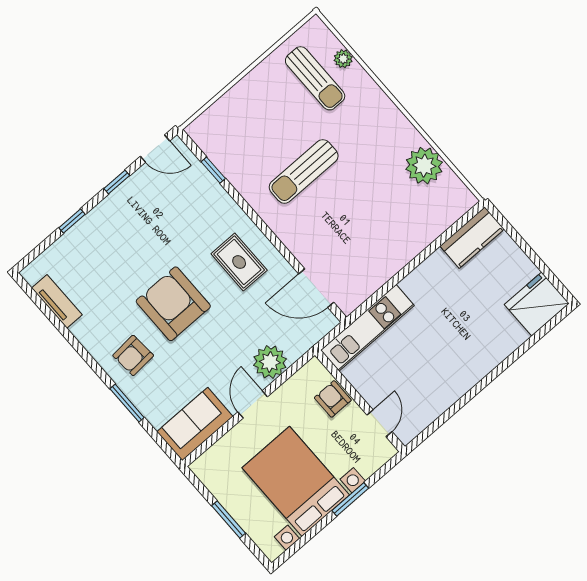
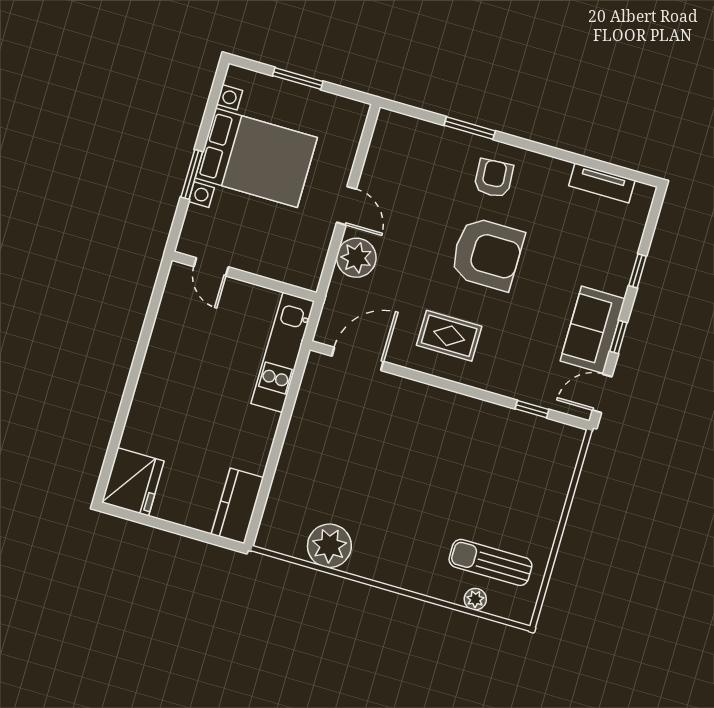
sun lounger: (304, 171) -> (443, 465), removed
armchair: (333, 399) -> (272, 261), removed
sofa: (195, 424) -> (593, 330), moved, turned 180

